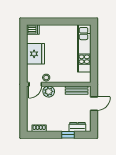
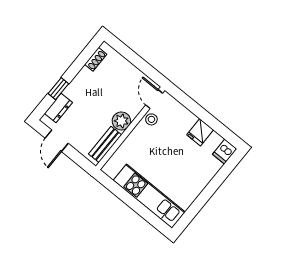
fridge: (35, 54) -> (200, 132), width x0.53, depth x0.75
plant: (49, 91) -> (121, 121), moved
door: (94, 104) -> (57, 141), moved

